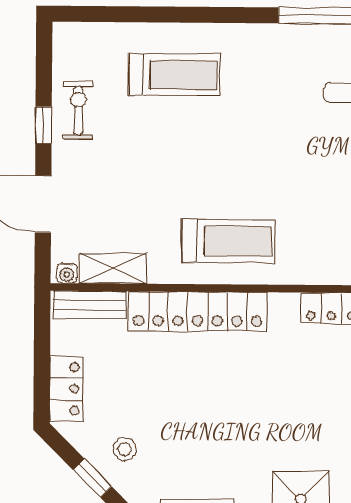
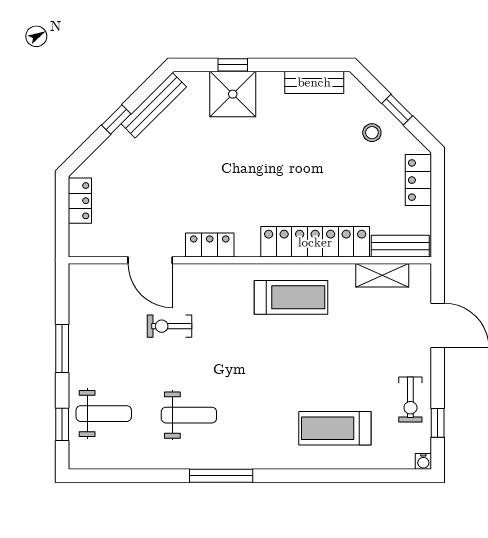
window: (44, 125) -> (438, 423), moved
treadmill: (229, 241) -> (291, 297), turned 180
water cooler: (67, 273) -> (423, 461), moved, turned 180

